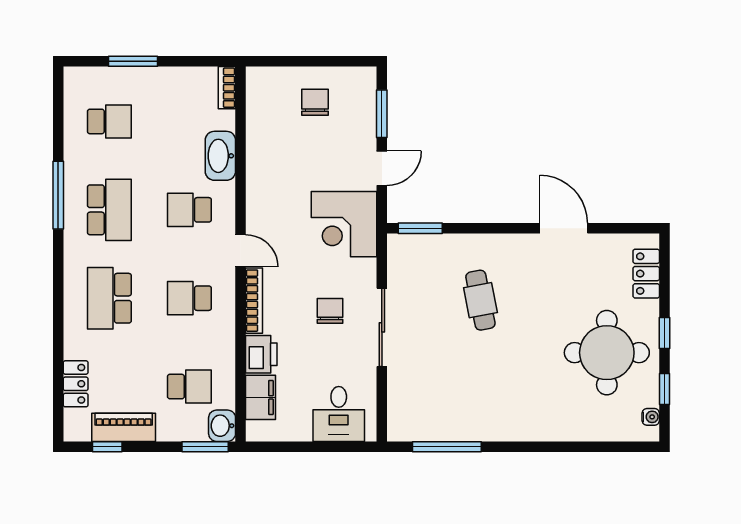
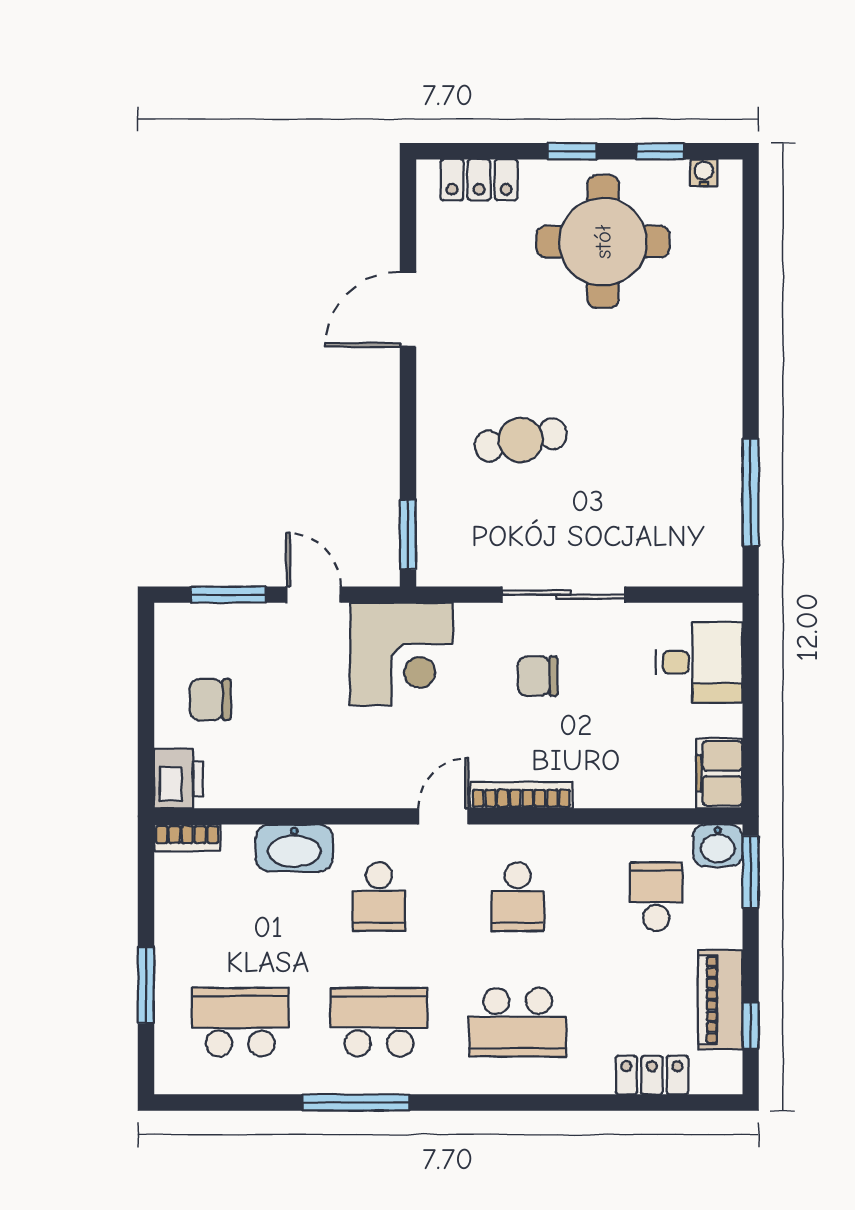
school desk: (109, 121) -> (240, 1022), width x1.85
printer: (261, 354) -> (178, 779), moved, turned 90
filing cabinet: (261, 397) -> (719, 773), moved, turned -90

